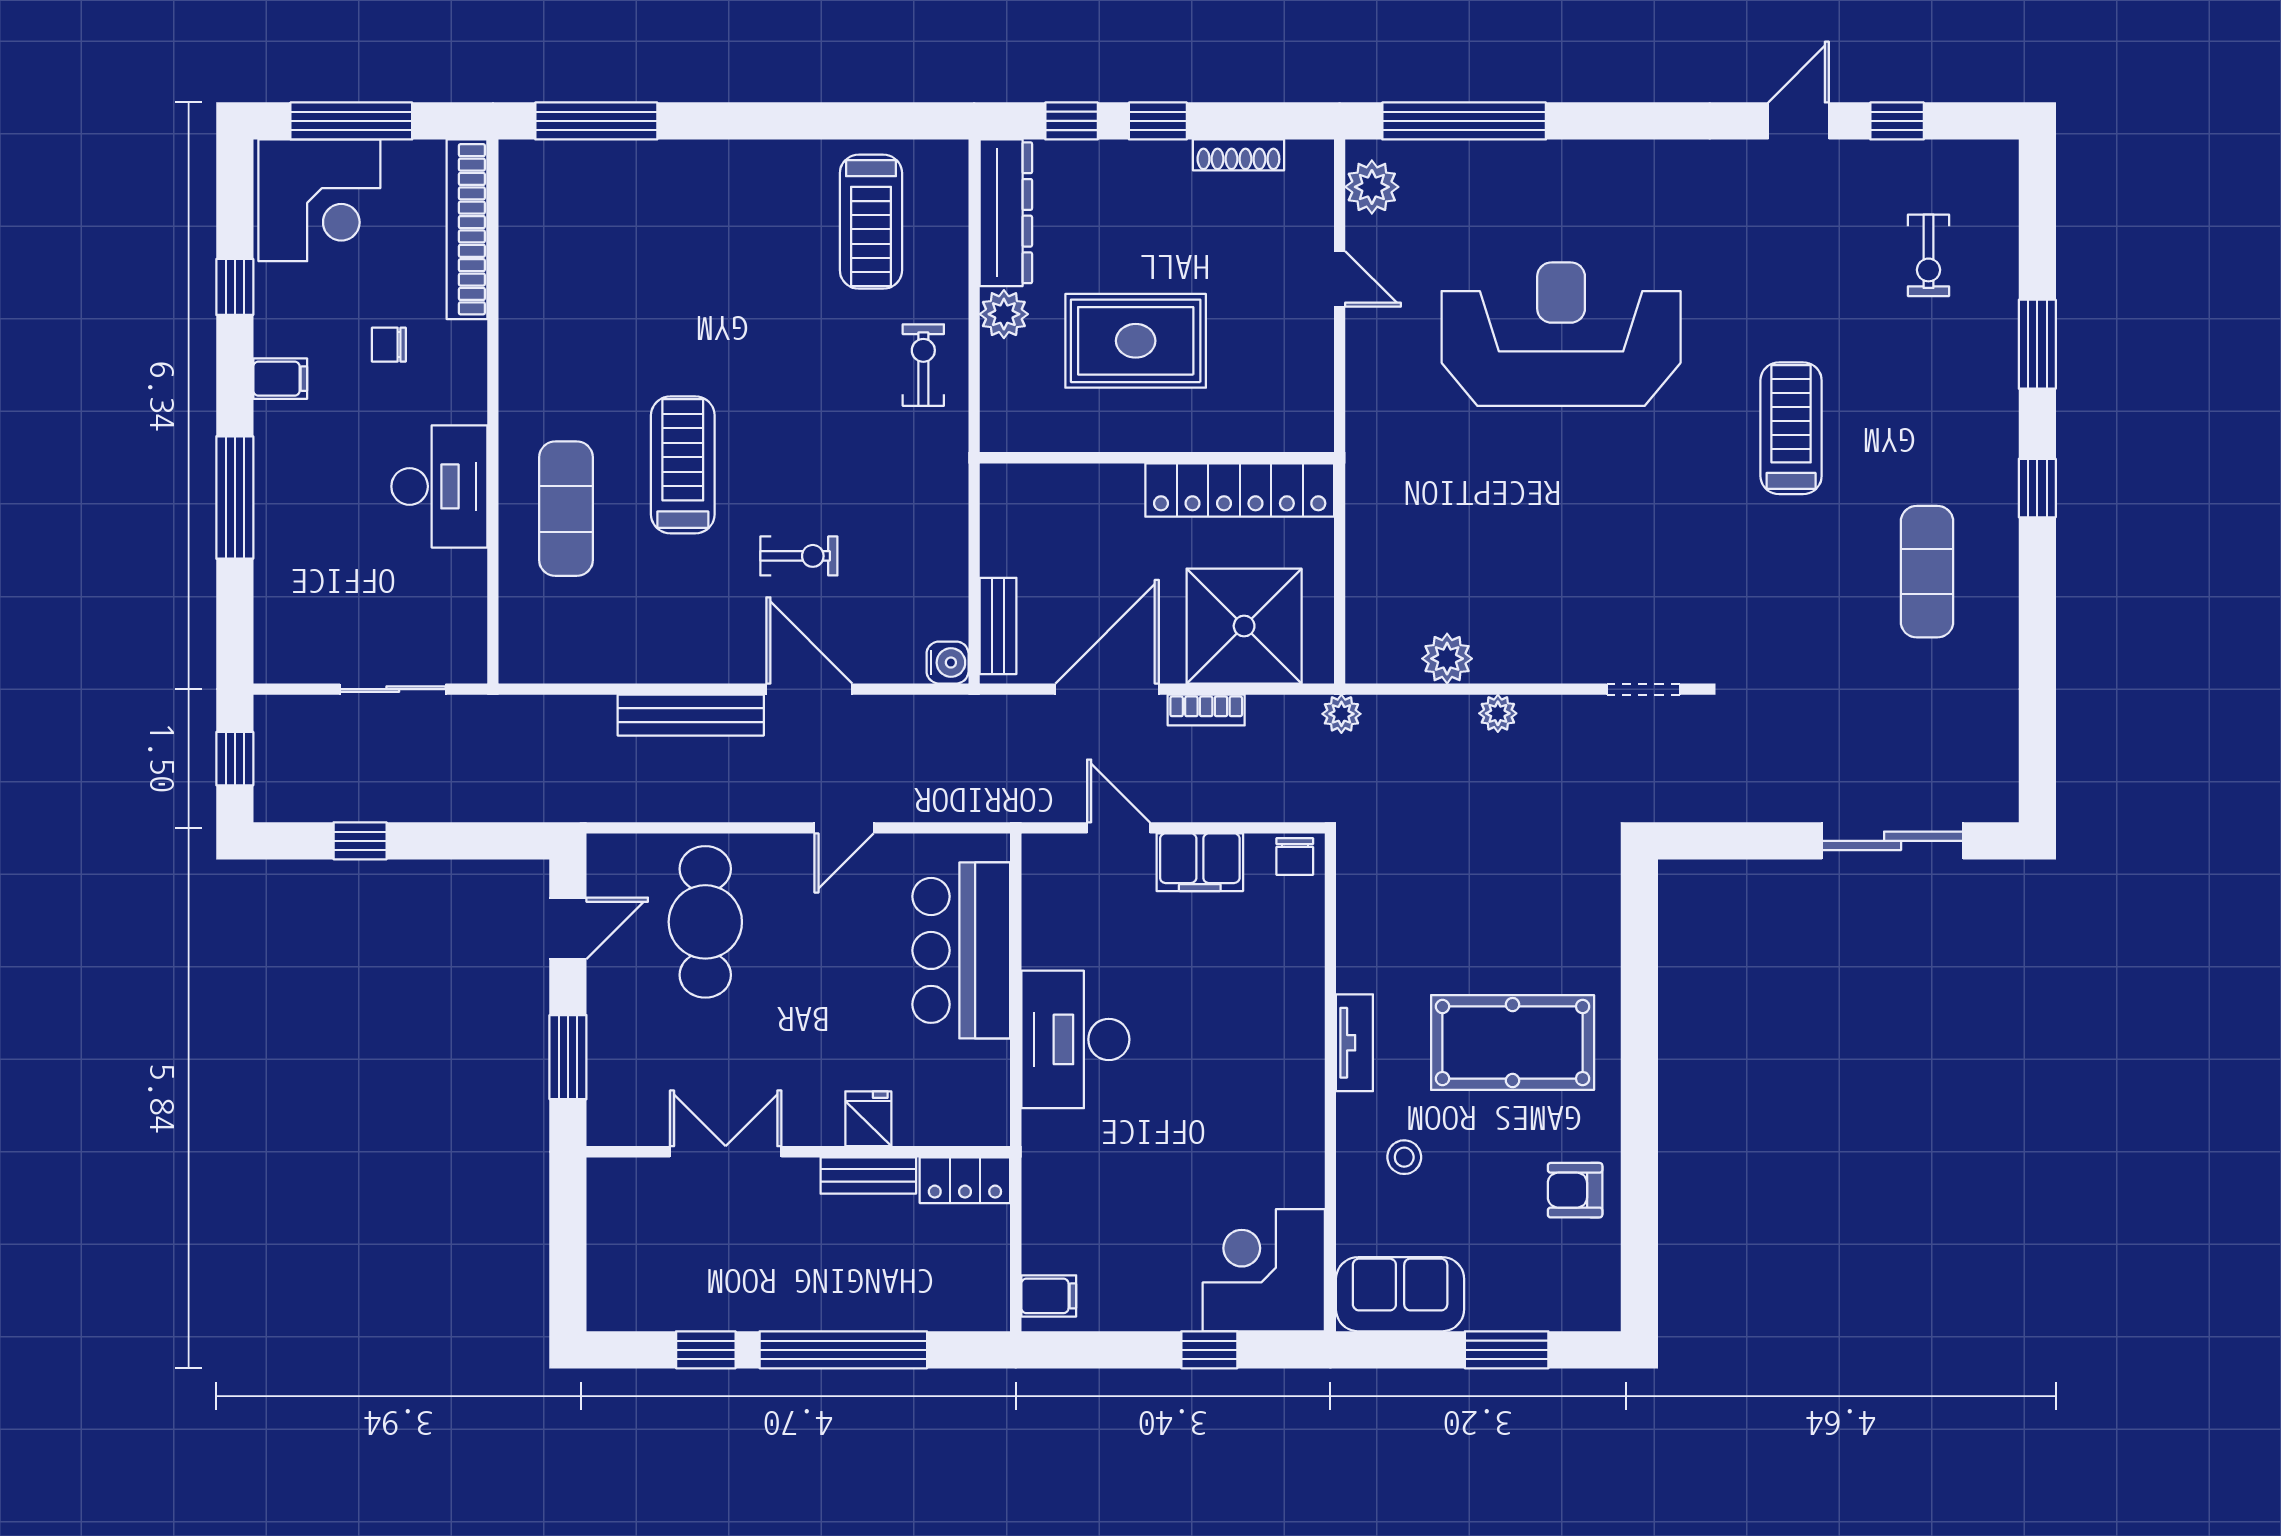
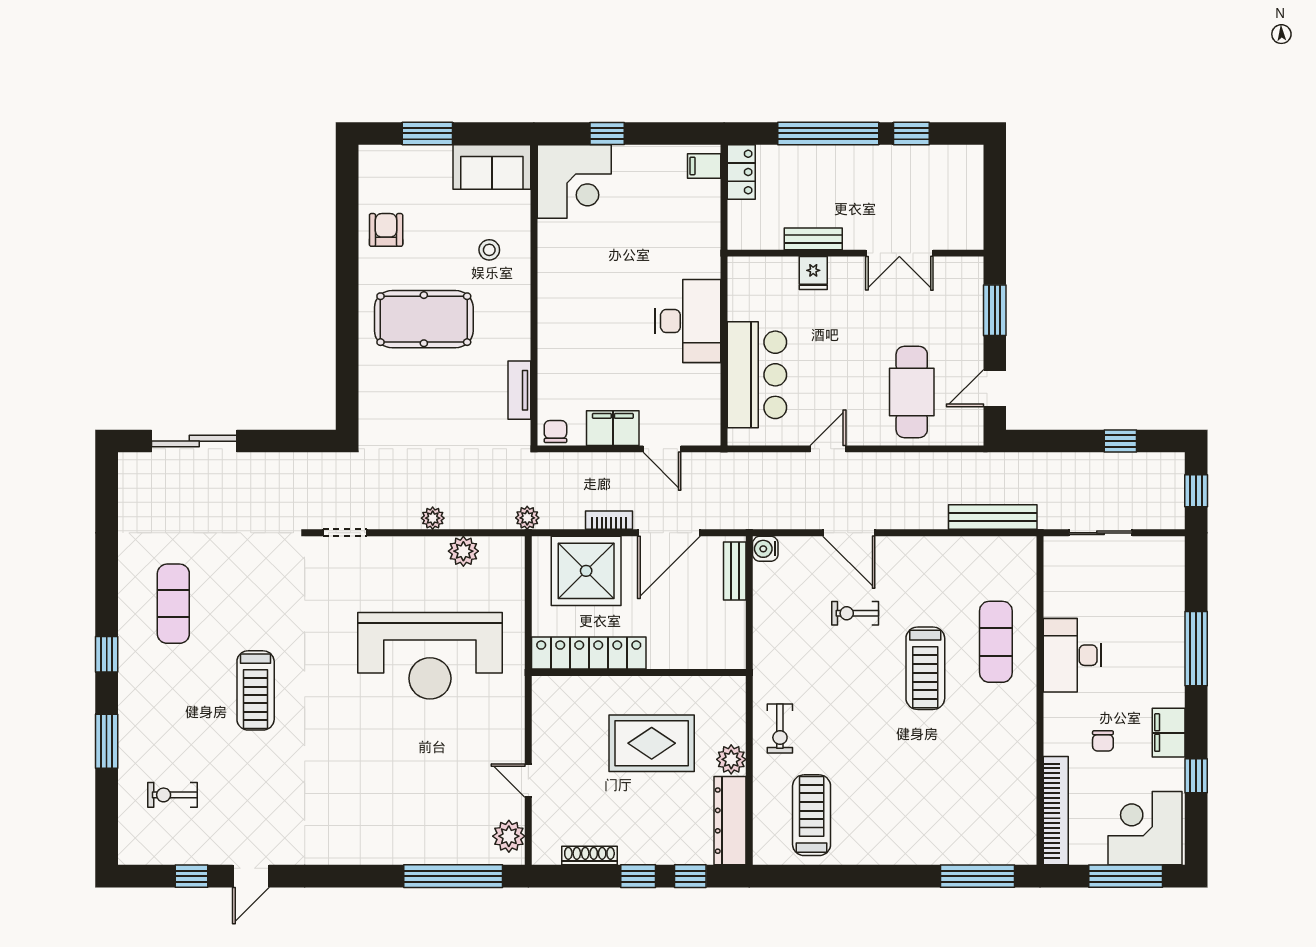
exercise bike: (1928, 255) -> (172, 795), turned -90
reception desk: (1561, 334) -> (430, 656), moved
chair: (389, 345) -> (1103, 741), turned 90
filing cabinet: (280, 379) -> (1169, 733), width x2.00
bench: (691, 715) -> (993, 517), moved
tv unit: (1354, 1043) -> (519, 390), moved
locker: (965, 1180) -> (741, 172), moved, turned 90
armchair: (1575, 1190) -> (386, 230), turned -90

